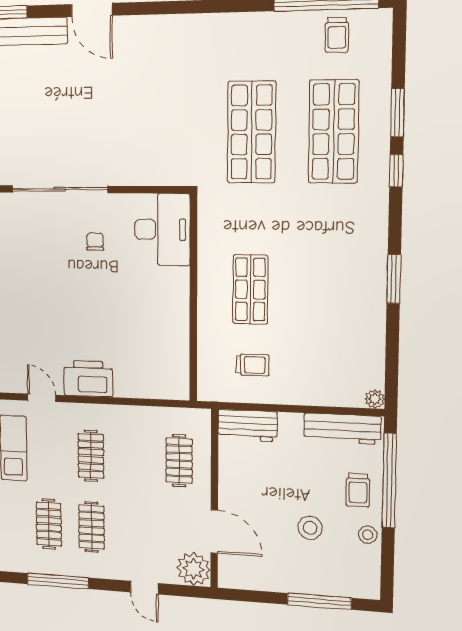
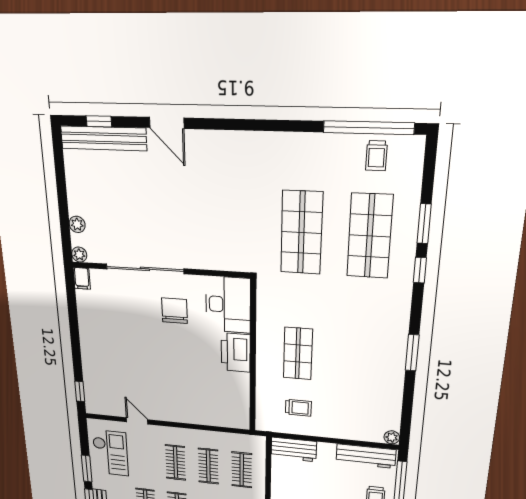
chair: (95, 242) -> (175, 311), width x1.87, depth x1.87
printer: (88, 379) -> (236, 353), moved, turned -90
clothes rail: (135, 458) -> (208, 466), added

